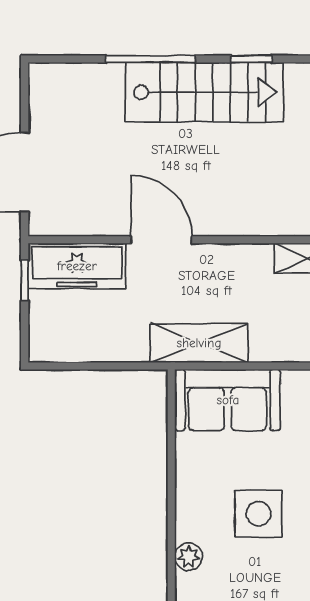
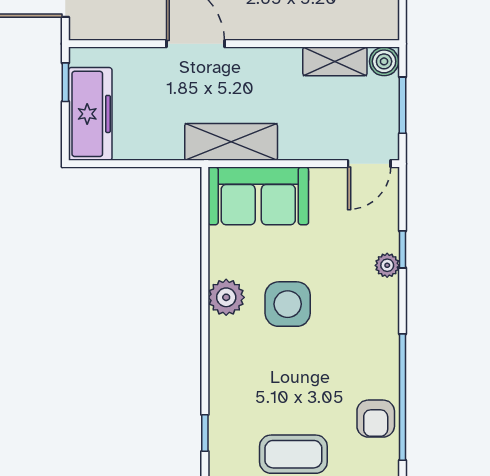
freezer: (77, 266) -> (90, 114), moved, turned -90
plant: (189, 557) -> (226, 297), moved, width x1.38, depth x1.38

